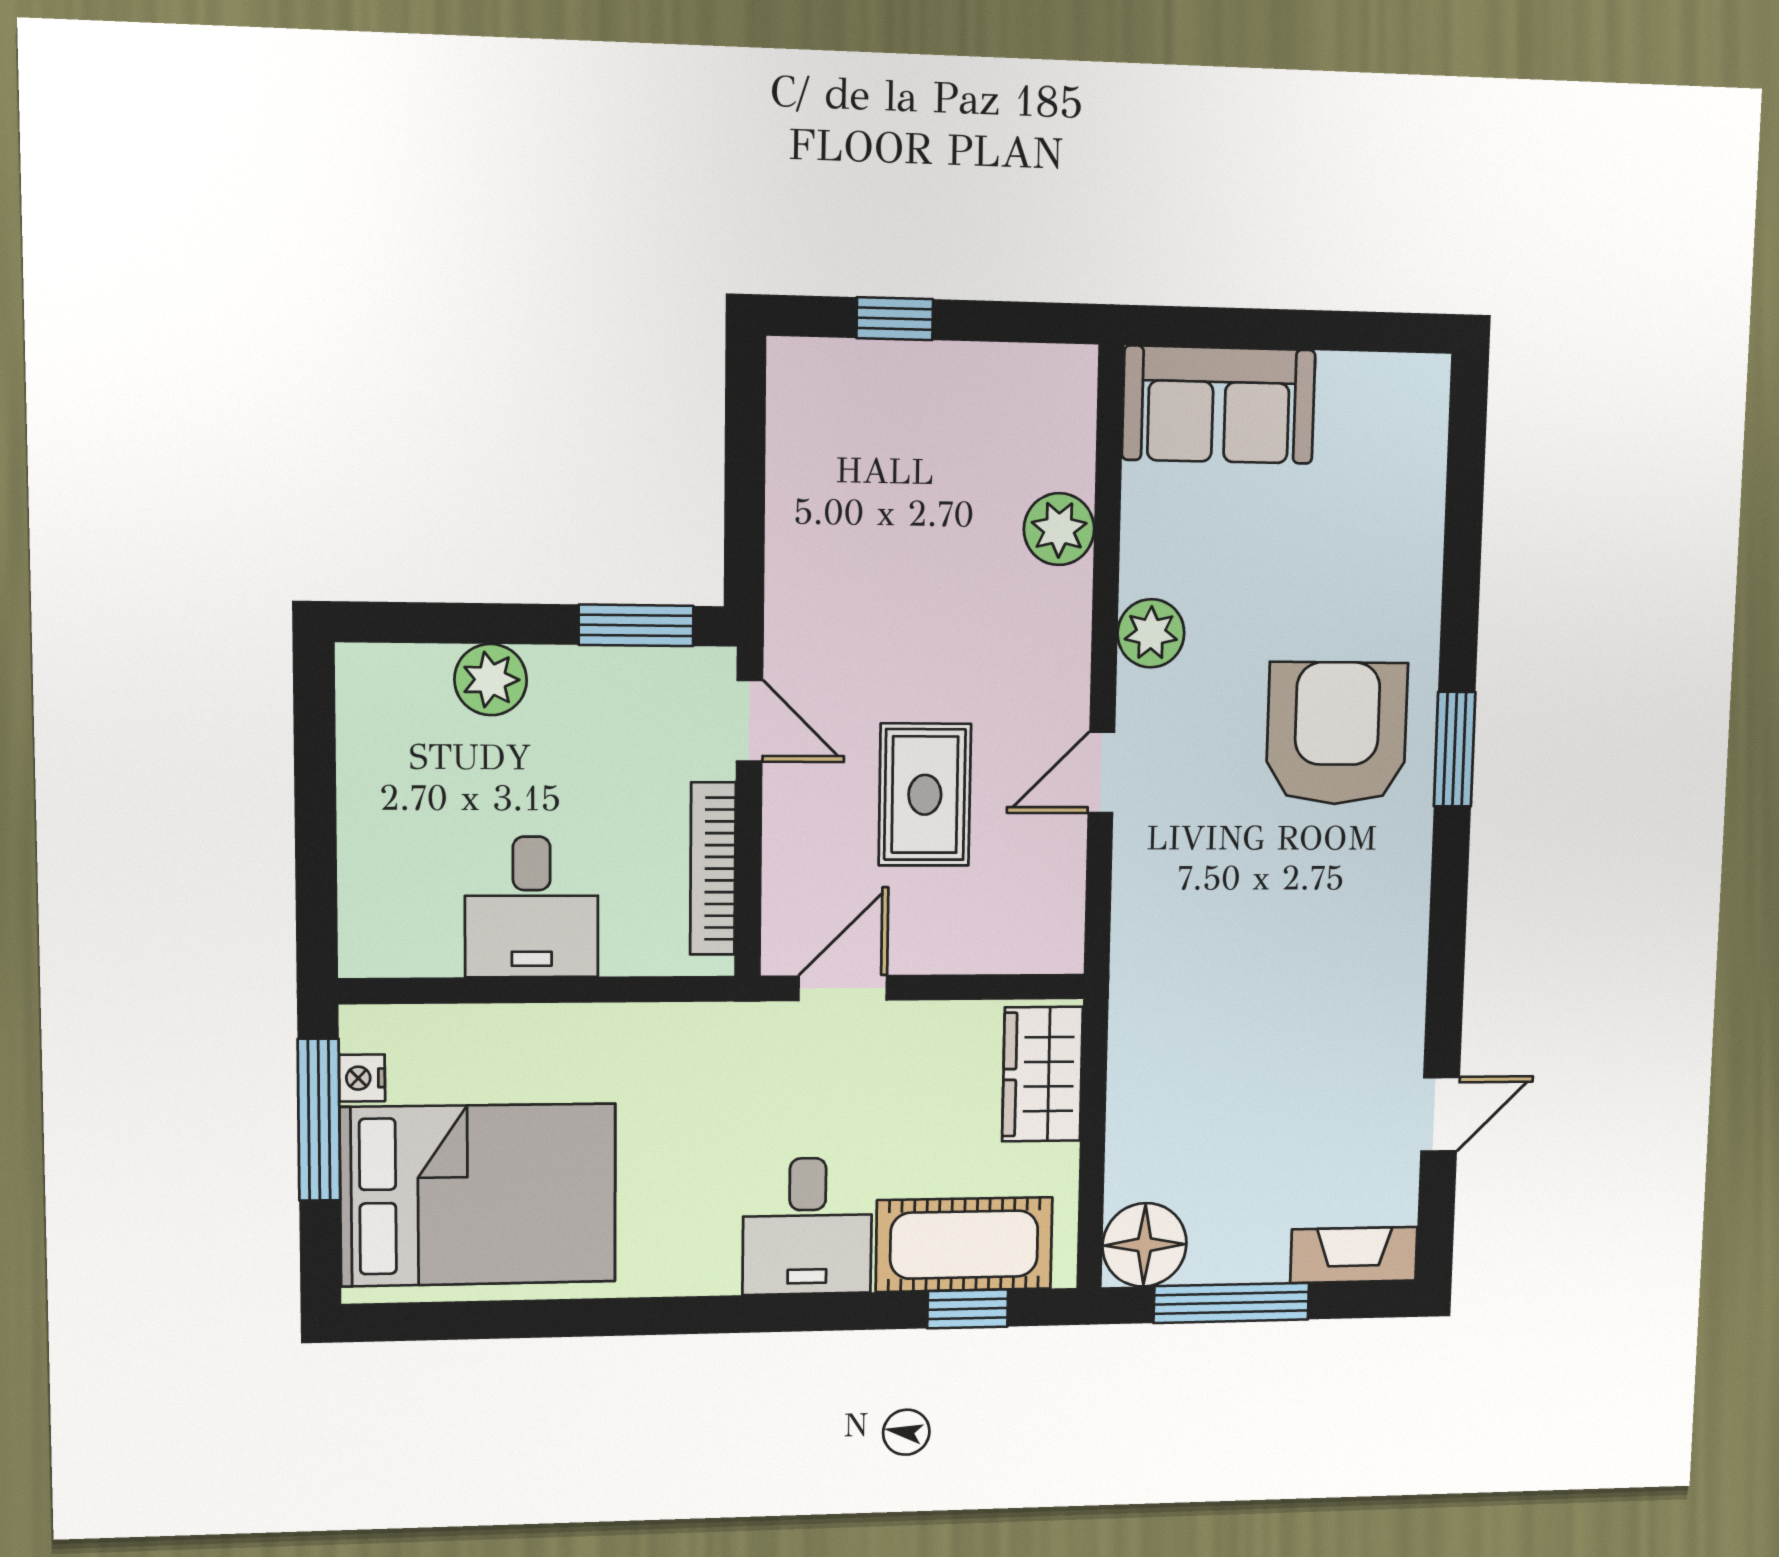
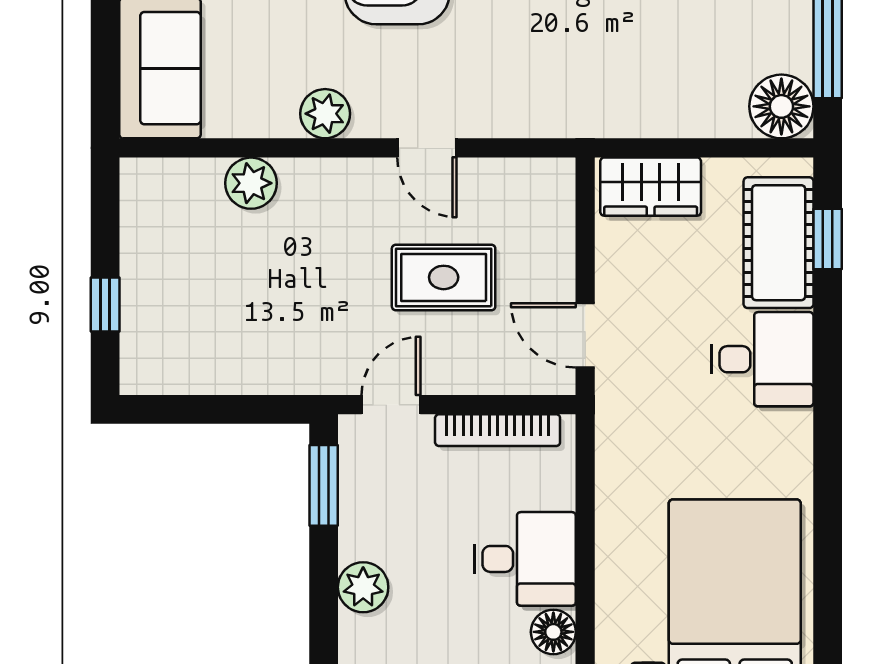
floor lamp: (428, 946) -> (553, 632), added

